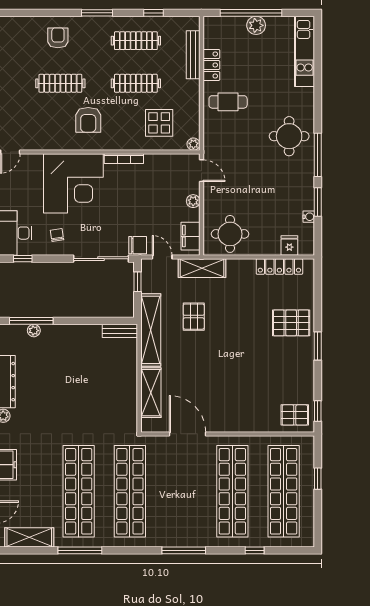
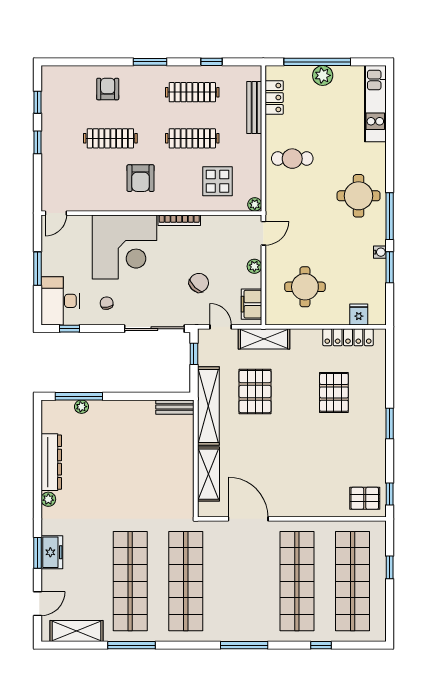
locker: (211, 65) -> (274, 98), moved
door: (201, 171) -> (263, 233), hinge flipped
water cooler: (309, 217) -> (380, 252), moved
round table: (230, 234) -> (305, 287), moved
chair: (138, 245) -> (199, 283), moved, turned -46
pallet: (194, 317) -> (255, 392), width x1.50, depth x1.42
pallet: (291, 323) -> (334, 392), moved, turned 90

